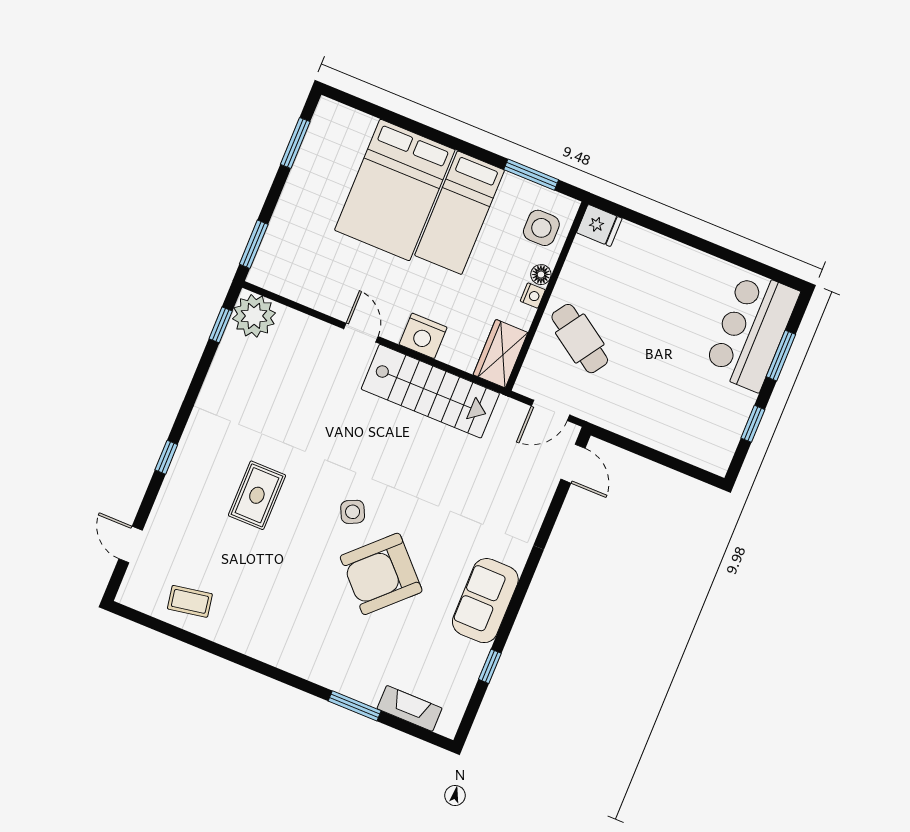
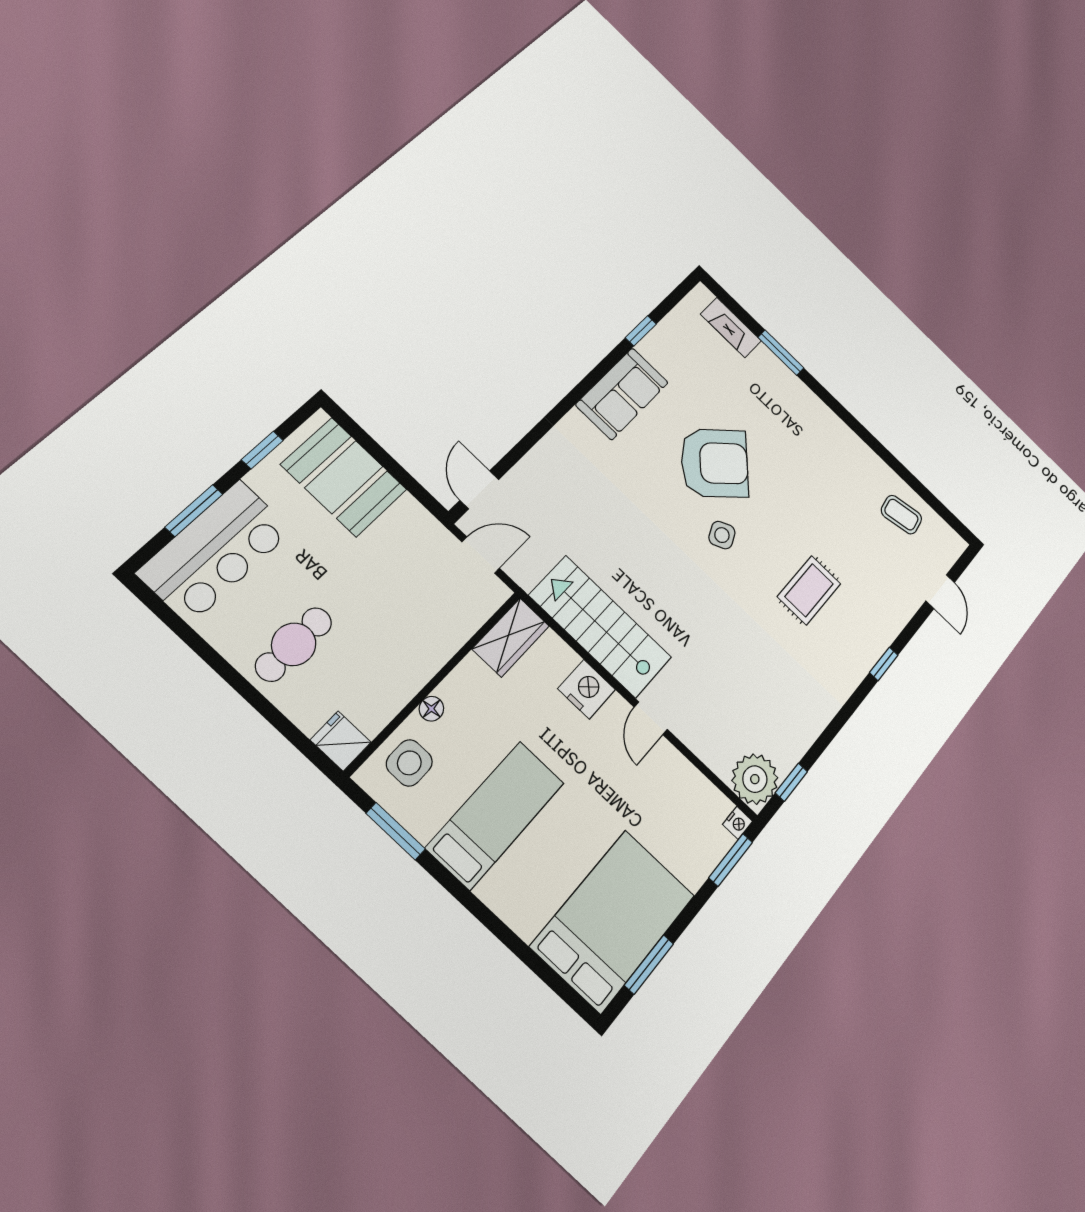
bed: (395, 190) -> (613, 921), moved
nightstand: (533, 295) -> (738, 823), moved, turned 180
cafe table: (580, 339) -> (294, 644), moved, turned 56
booth: (683, 429) -> (344, 477), added

